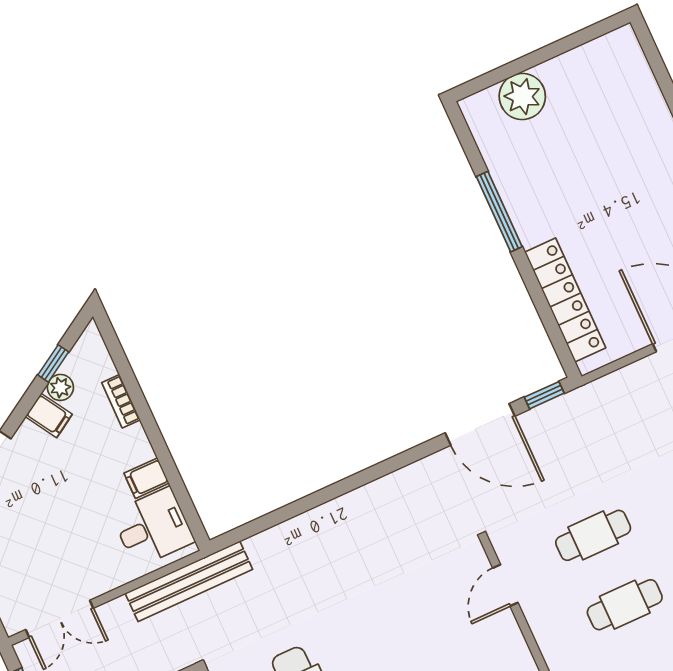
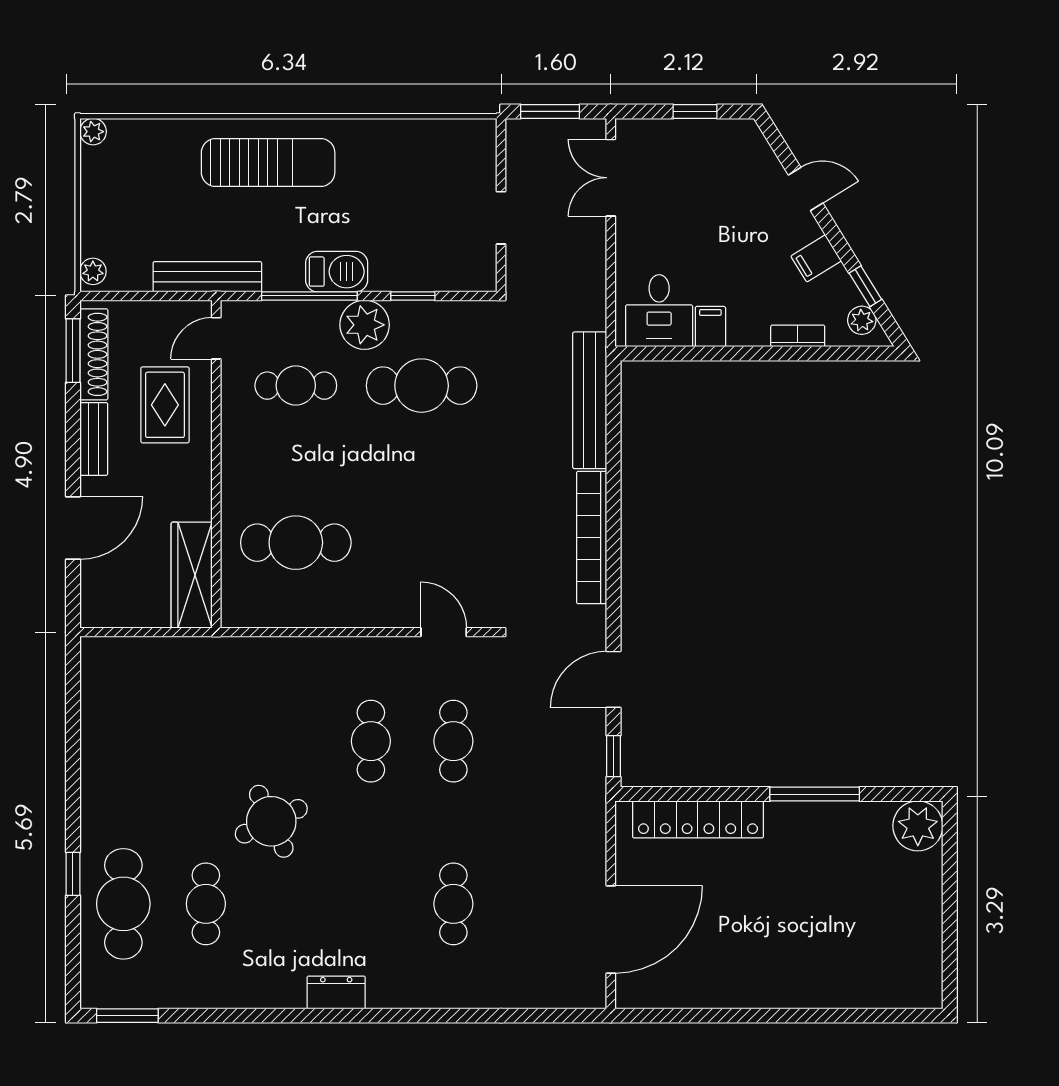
plant: (522, 96) -> (918, 826), moved
plant: (60, 387) -> (862, 320), moved
door: (480, 425) -> (614, 679), width x0.73
bookcase: (369, 497) -> (592, 538), added
bench: (189, 581) -> (590, 400), moved

